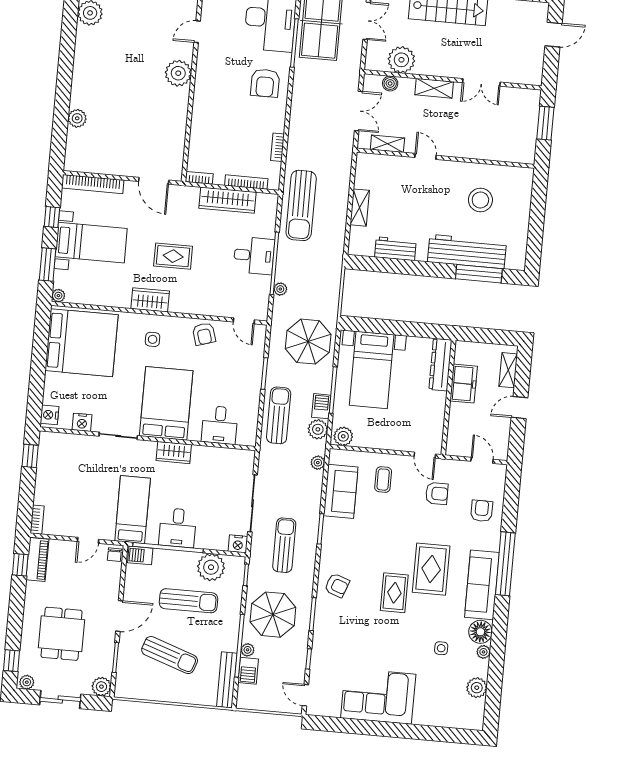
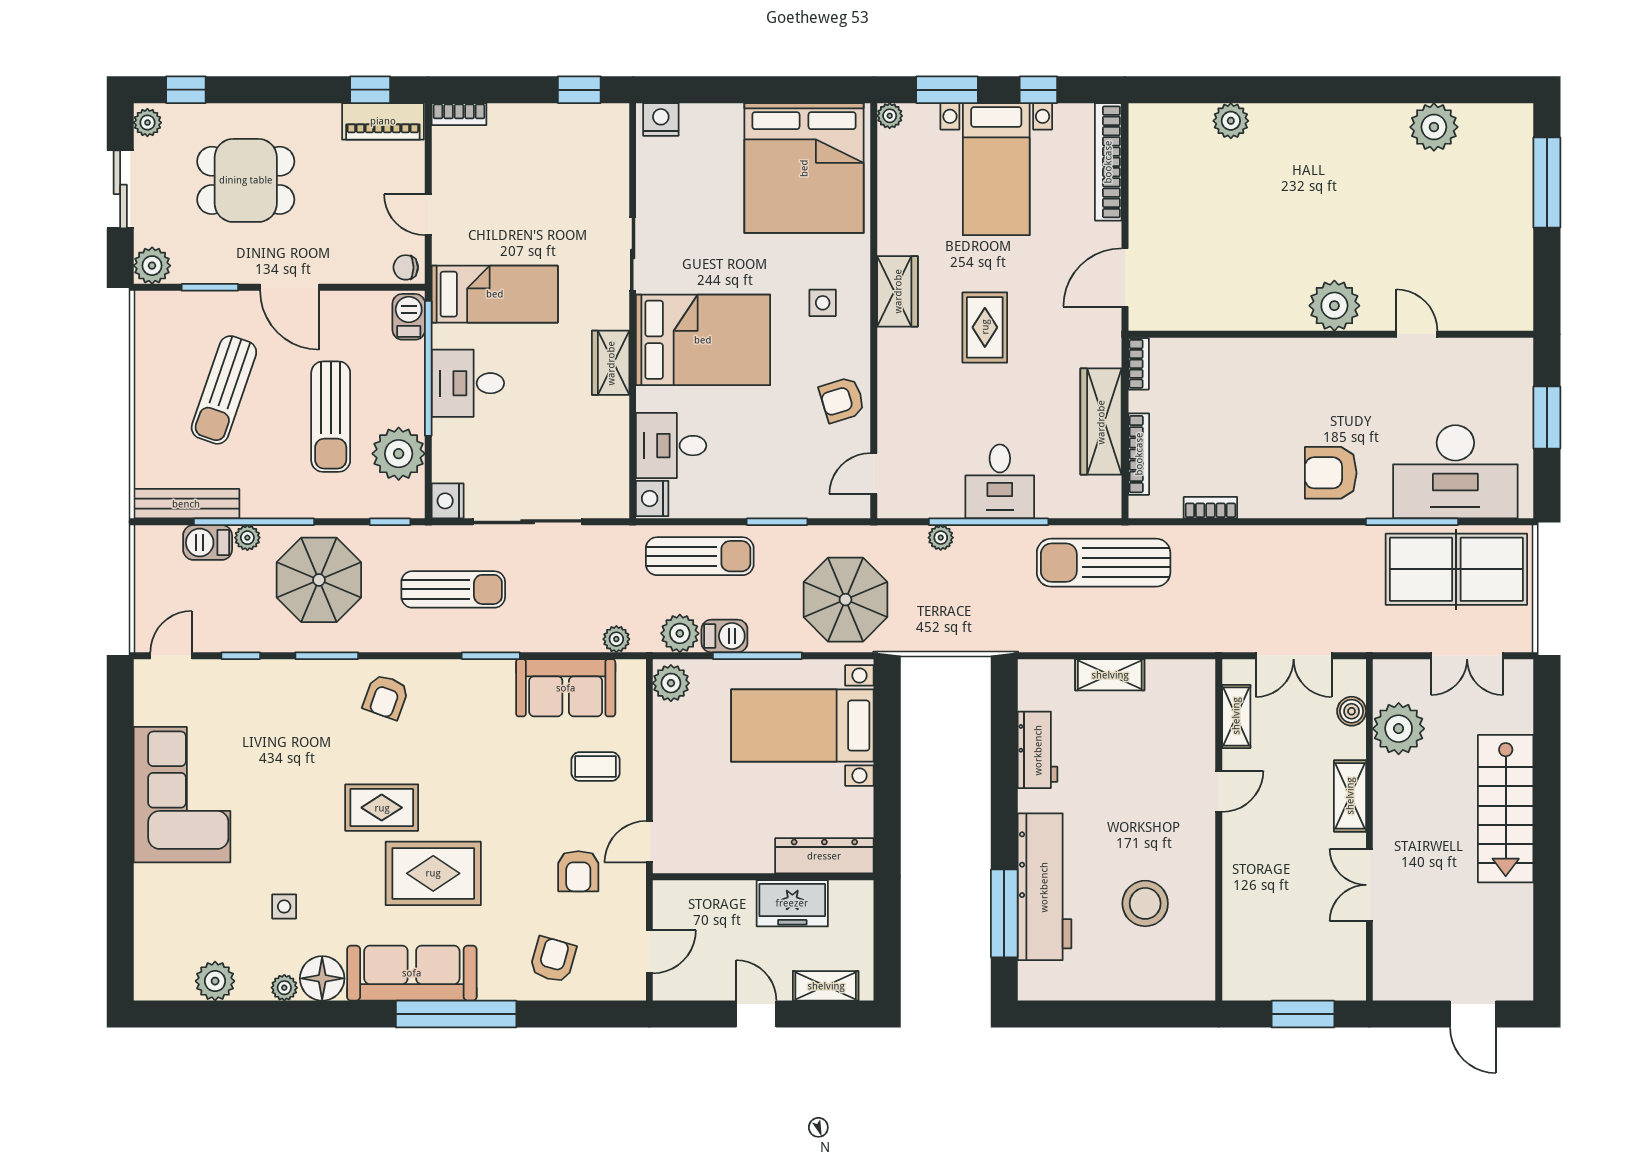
nightstand: (82, 422) -> (652, 499), moved
armchair: (482, 511) -> (553, 960), turned -74

